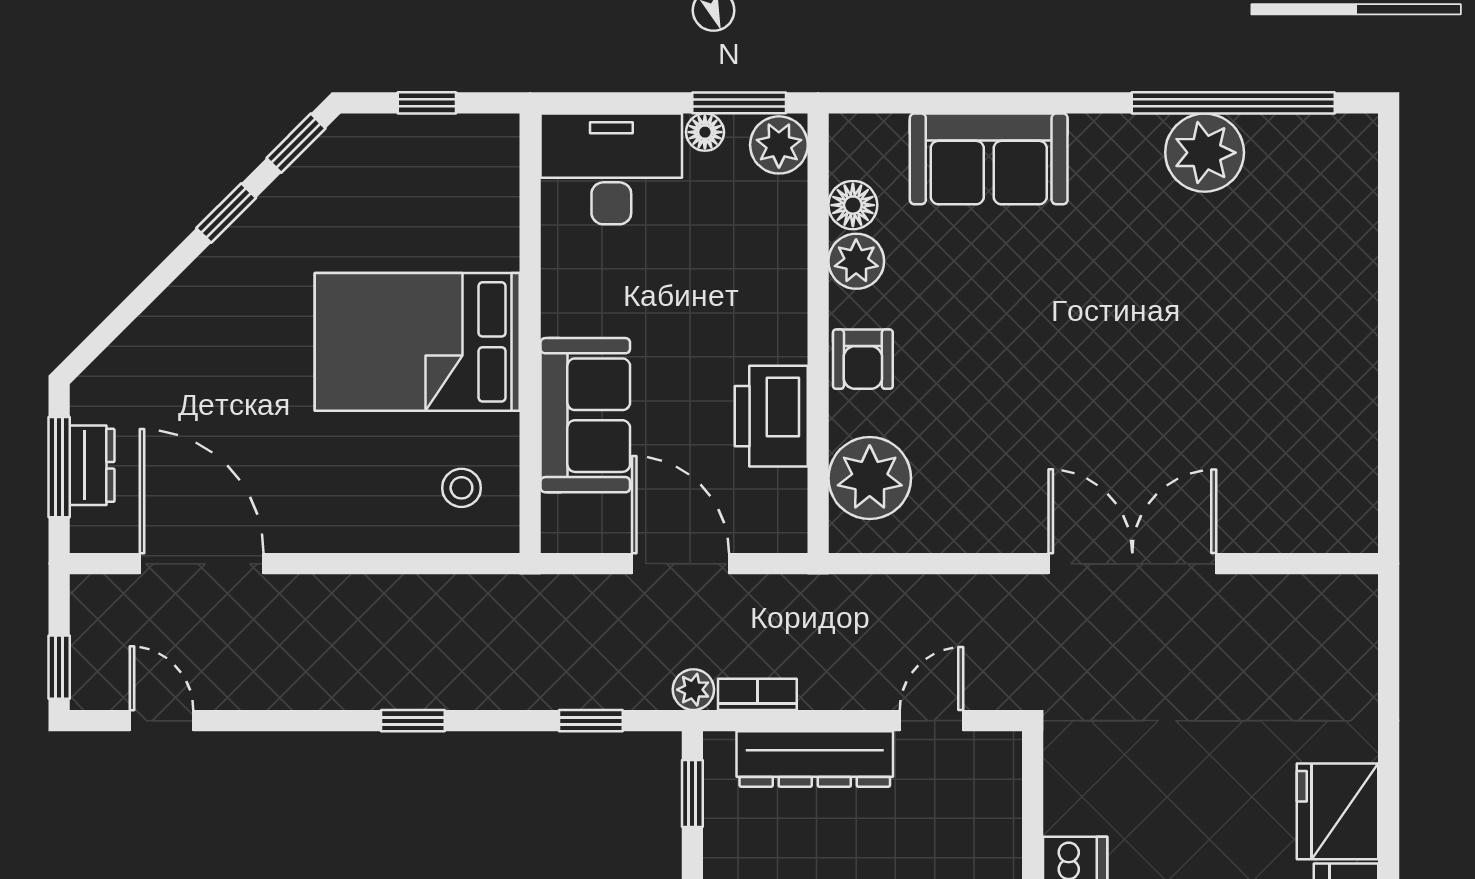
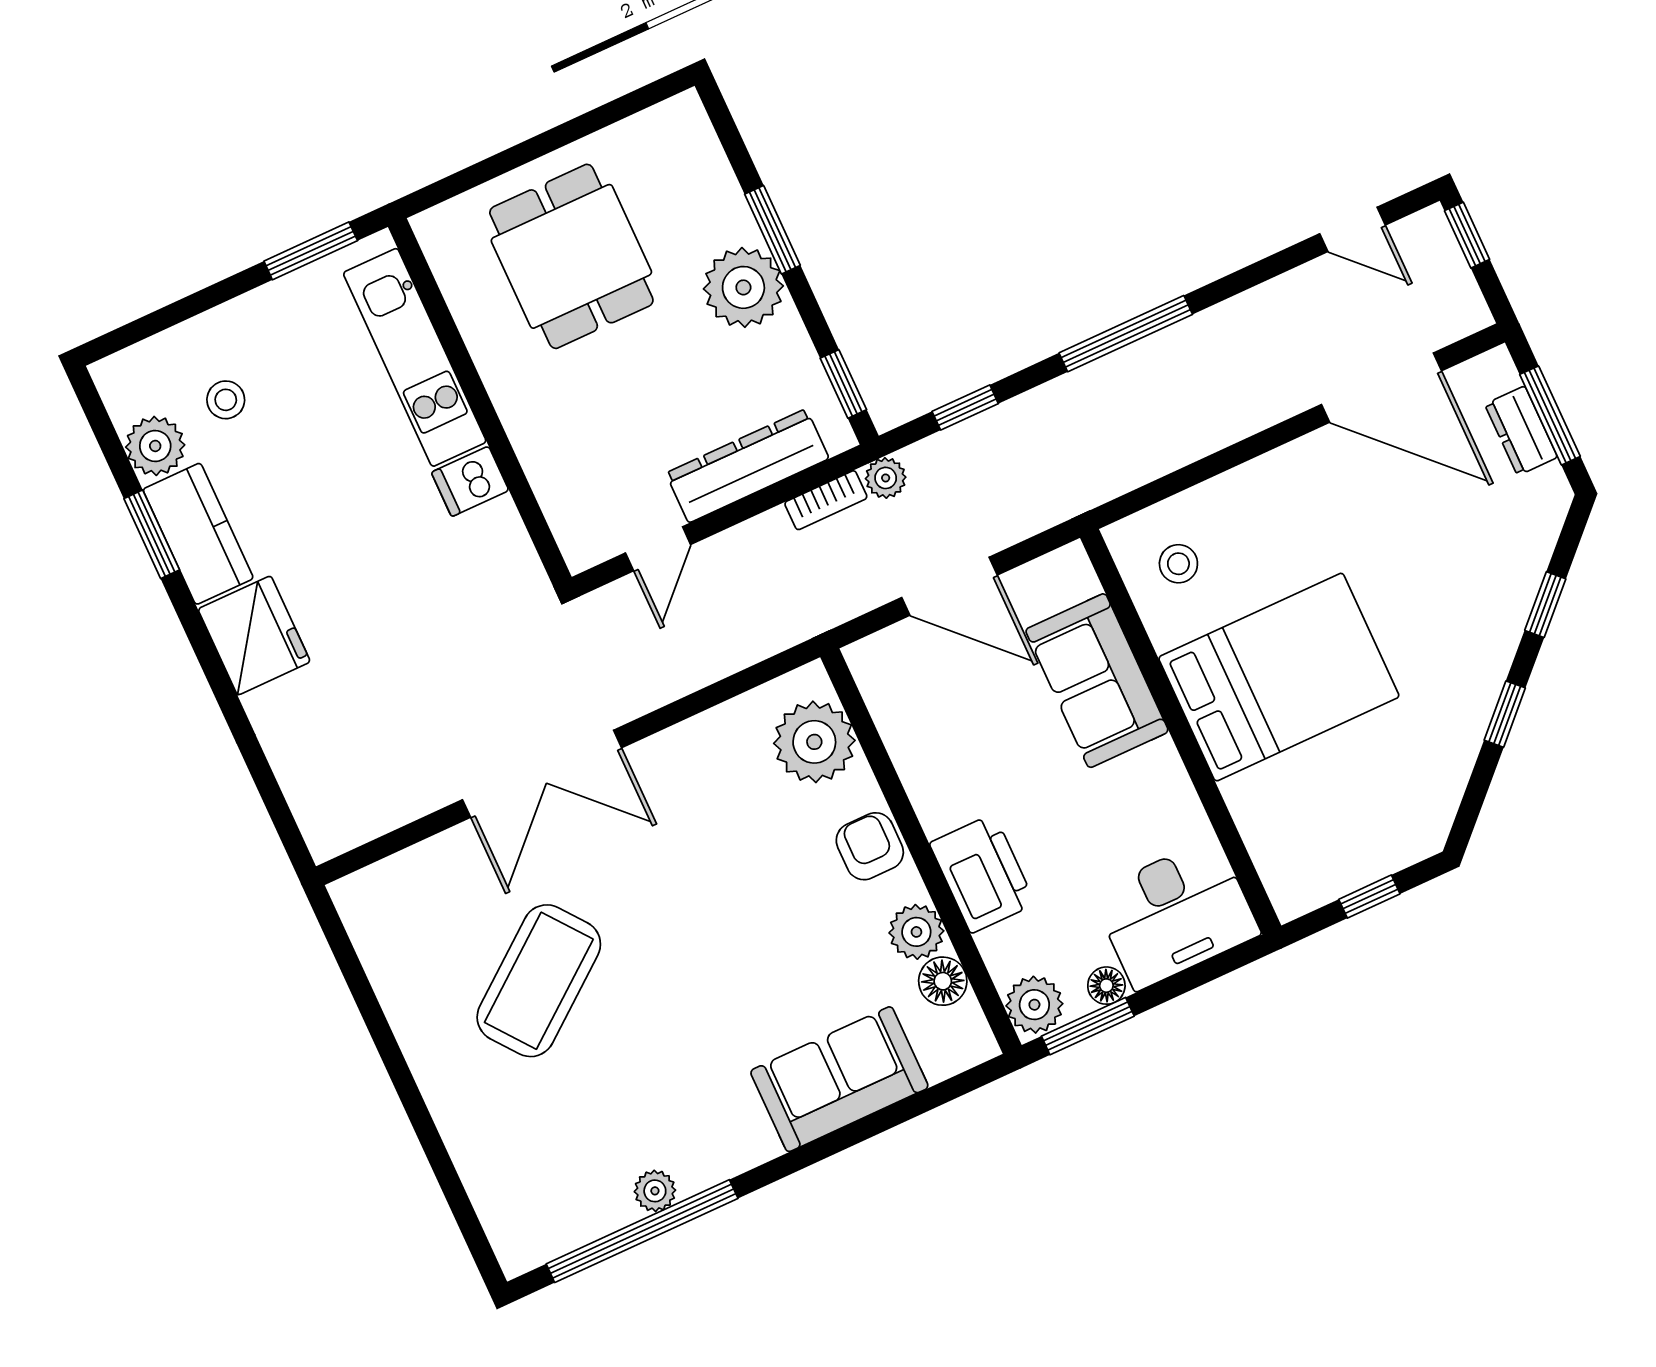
window: (296, 143) -> (1545, 605), moved
plant: (1205, 153) -> (655, 1191), width x0.53, depth x0.53
coffee table: (1222, 376) -> (539, 981), added
printer: (771, 416) -> (982, 874), moved
window: (413, 721) -> (1126, 334), width x2.17

